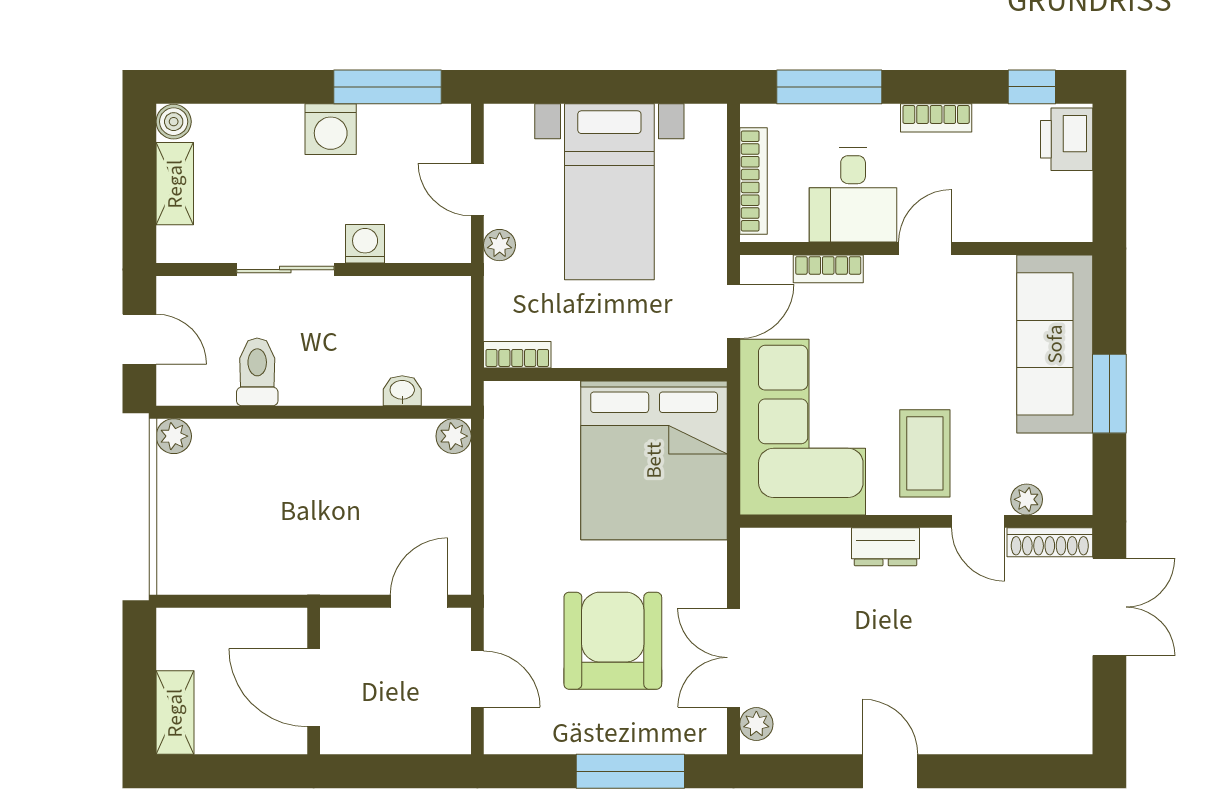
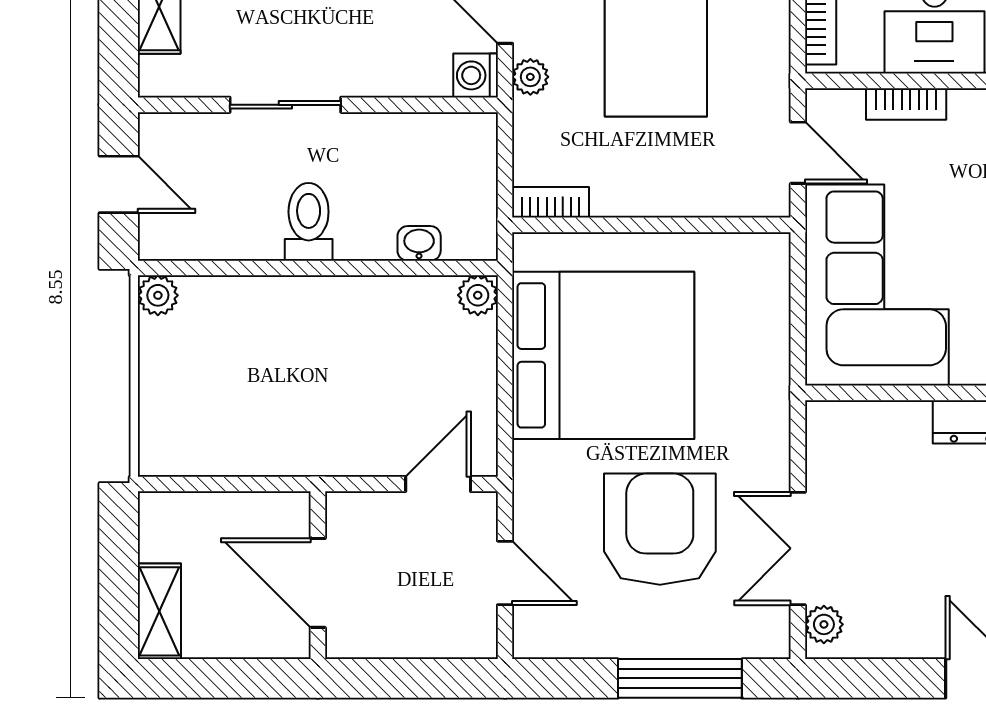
washing machine: (365, 244) -> (476, 75), moved, turned -90
door: (734, 311) -> (798, 153), hinge flipped
toilet: (257, 372) -> (309, 222), moved
bed: (654, 460) -> (603, 355), moved, turned -90

